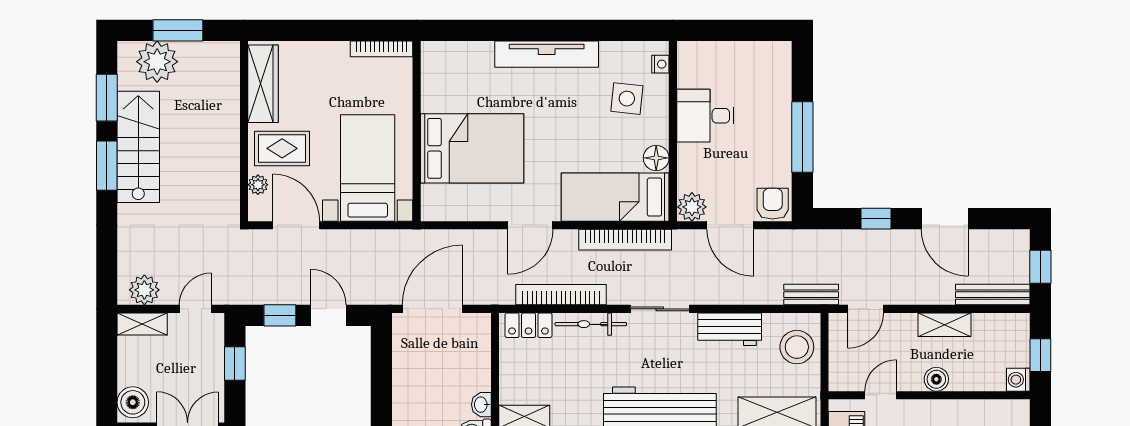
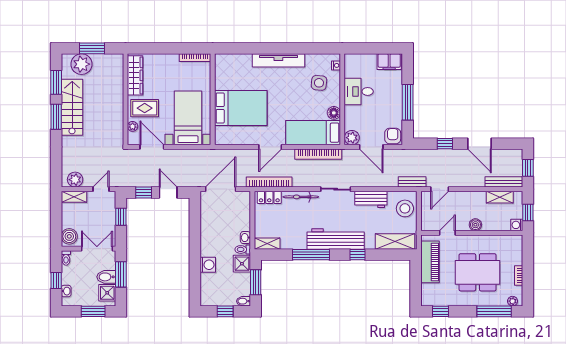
filing cabinet: (766, 57) -> (389, 62), added
bookcase: (561, 295) -> (269, 182), moved
shelving: (944, 325) -> (500, 197), moved

